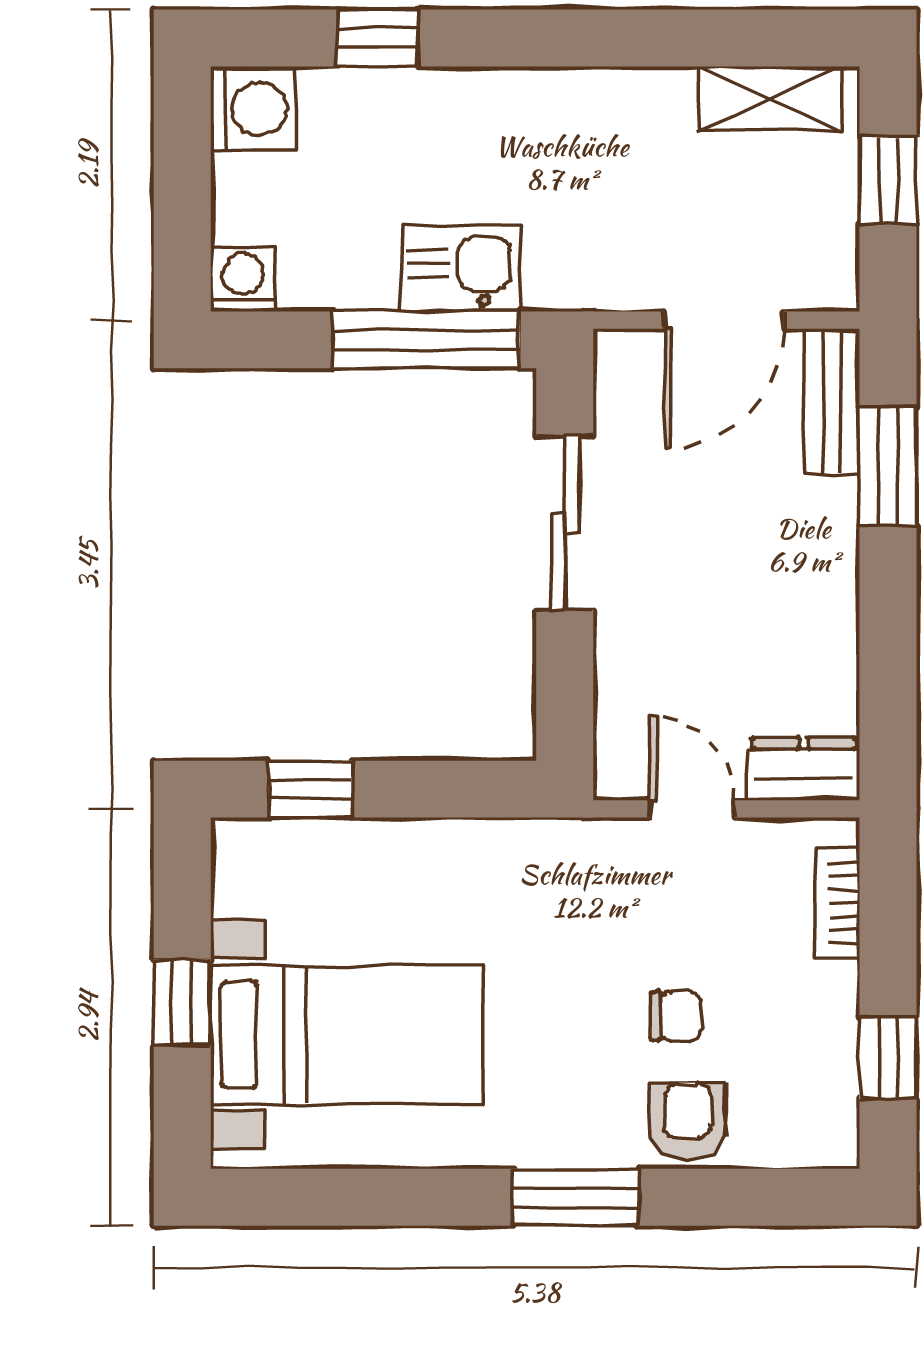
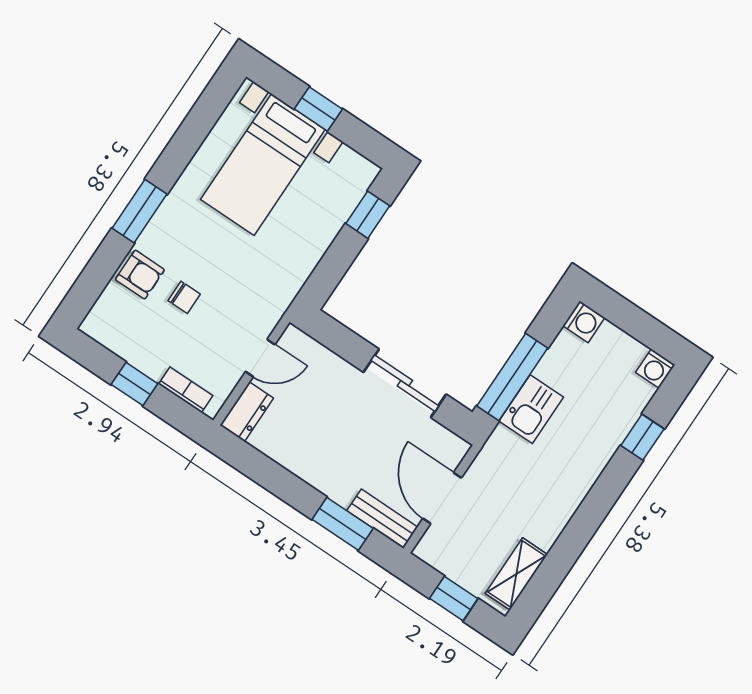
washing machine: (253, 109) -> (655, 369), width x0.73, depth x0.73
chair: (676, 1016) -> (184, 297), turned -90
window: (888, 1057) -> (134, 384), moved

